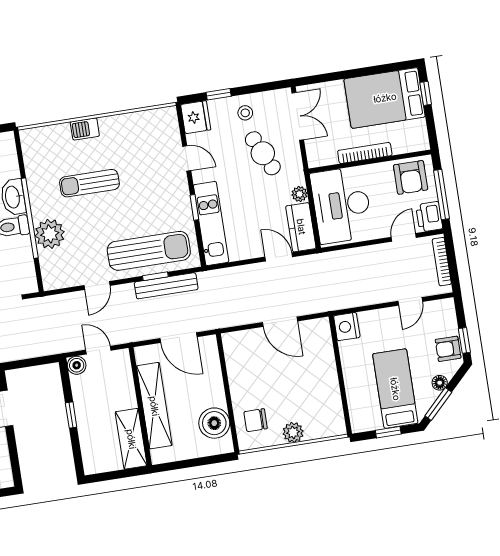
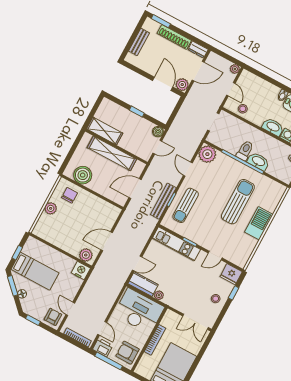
barbecue: (85, 129) -> (259, 223), width x1.88, depth x1.53
cafe table: (263, 153) -> (191, 293), removed
sun lounger: (89, 183) -> (238, 202), width x1.36, depth x1.34
plant: (50, 234) -> (207, 154), moved
sun lounger: (149, 251) -> (186, 205), width x0.73, depth x0.75
plant: (320, 336) -> (86, 255), added
armchair: (448, 349) -> (53, 317), moved

